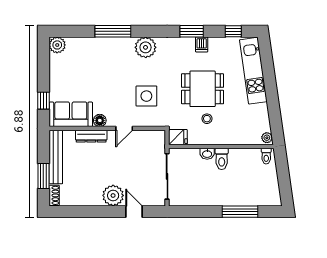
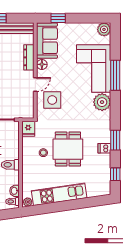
corner sofa: (105, 58) -> (94, 69), added
kitchen unit: (253, 71) -> (59, 194), moved
side table: (146, 96) -> (52, 100), moved
door: (124, 128) -> (35, 84), swing flipped
washbasin: (207, 154) -> (14, 191), moved

